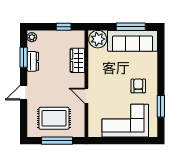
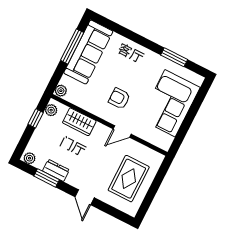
plant: (76, 35) -> (51, 110), added
plant: (98, 39) -> (61, 91), width x0.53, depth x0.53
armchair: (138, 86) -> (119, 98), moved
window: (57, 141) -> (154, 188), removed

